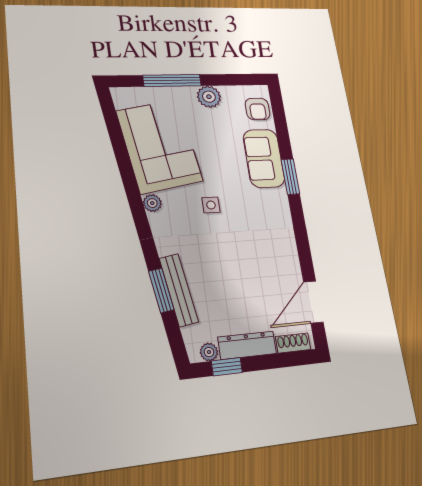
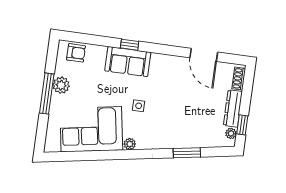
window: (172, 80) -> (47, 94), moved
sofa: (264, 158) -> (128, 62), moved
window: (290, 176) -> (130, 45), width x0.67
bench: (179, 290) -> (189, 142), removed
door: (313, 302) -> (204, 55), moved

